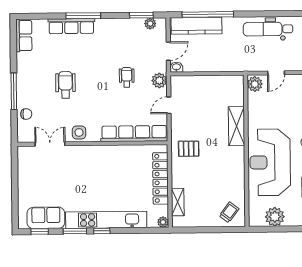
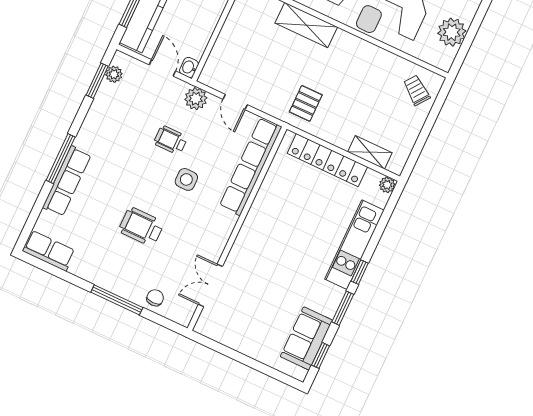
side table: (79, 132) -> (186, 179), moved
kitchen unit: (106, 220) -> (354, 245), width x0.73

